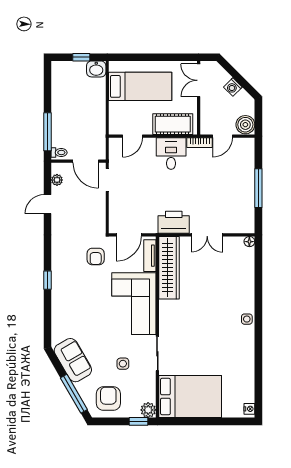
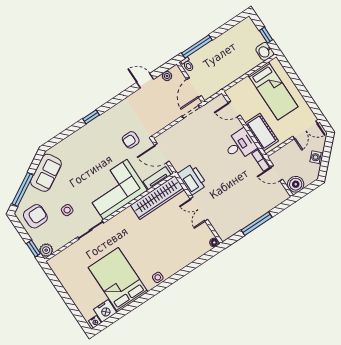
double door: (199, 80) -> (305, 130), swing flipped
nightstand: (245, 392) -> (105, 311), added
bed: (190, 396) -> (118, 280), moved, turned 180

